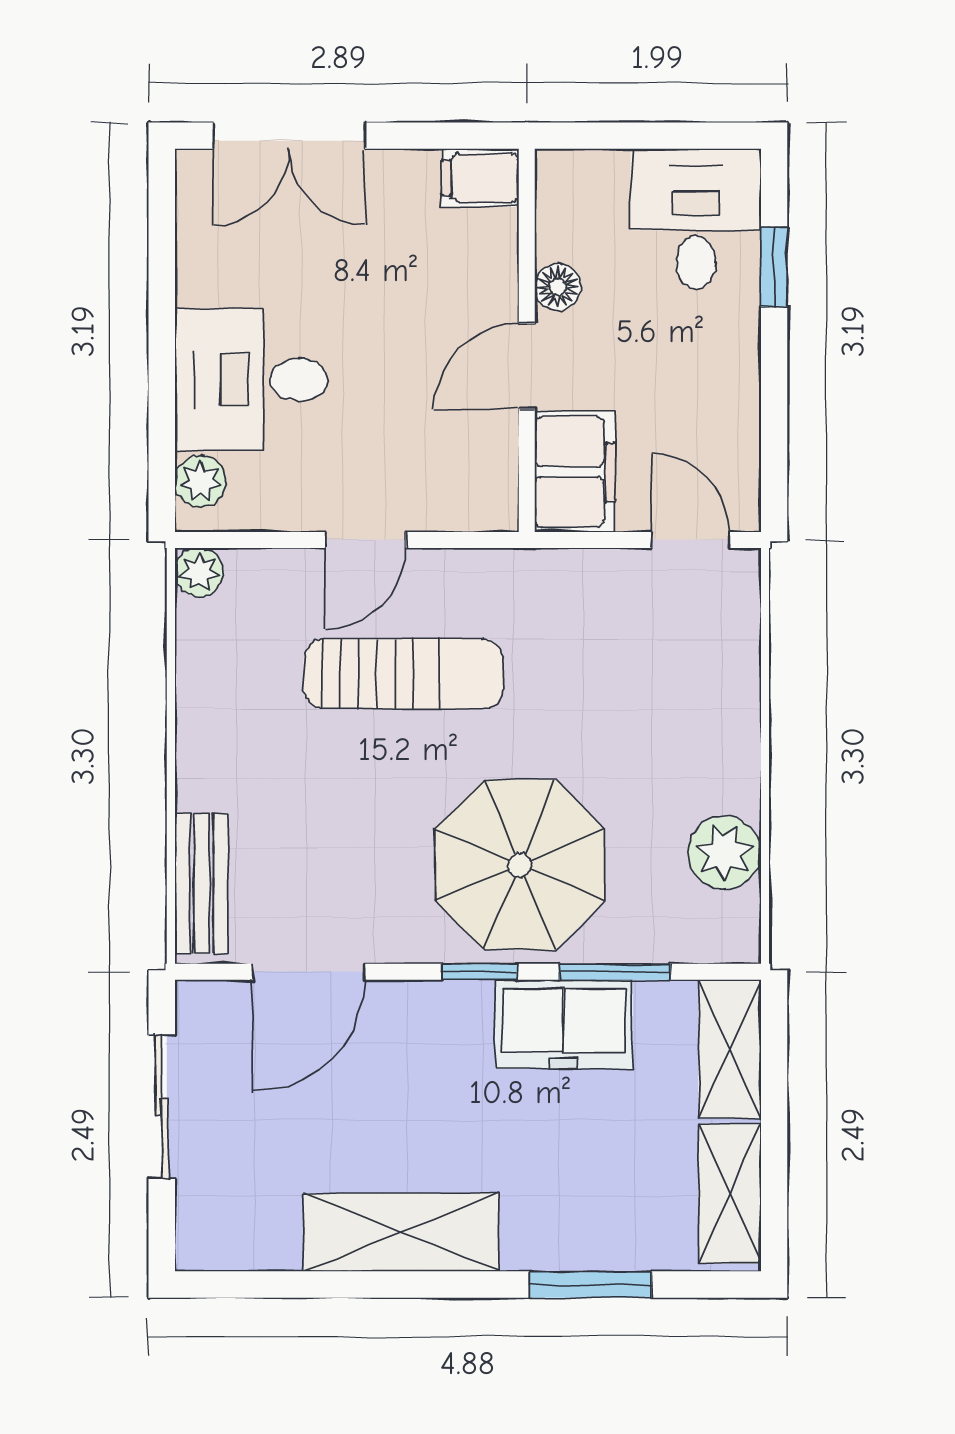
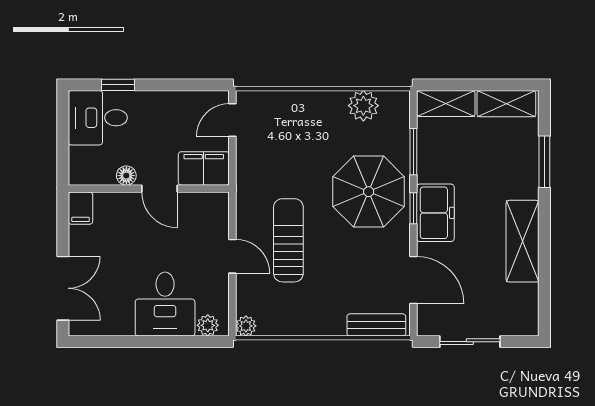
freezer: (564, 1024) -> (435, 213), moved

